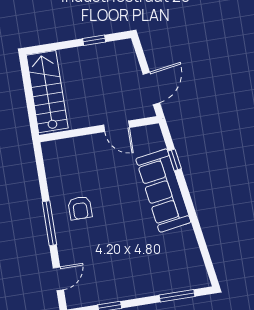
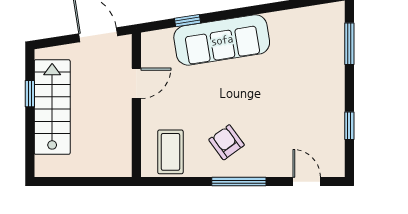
stairs: (47, 92) -> (52, 107), moved, turned 90
coffee table: (65, 163) -> (170, 152), added
armchair: (80, 208) -> (227, 142), turned -126

